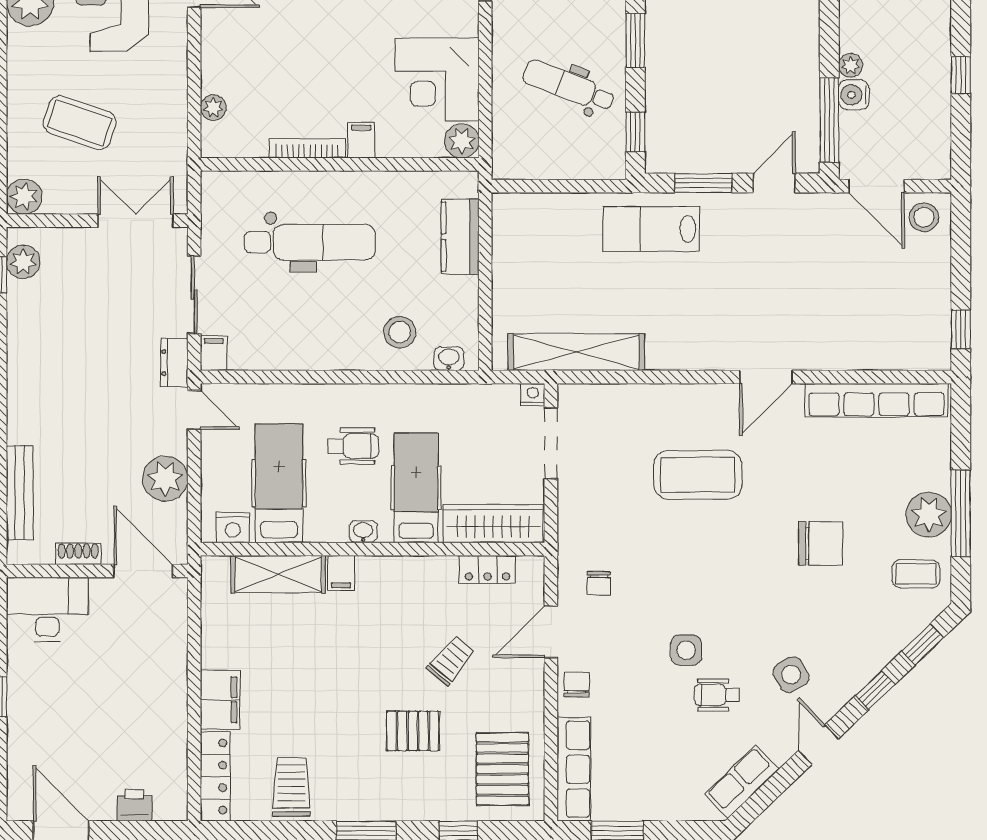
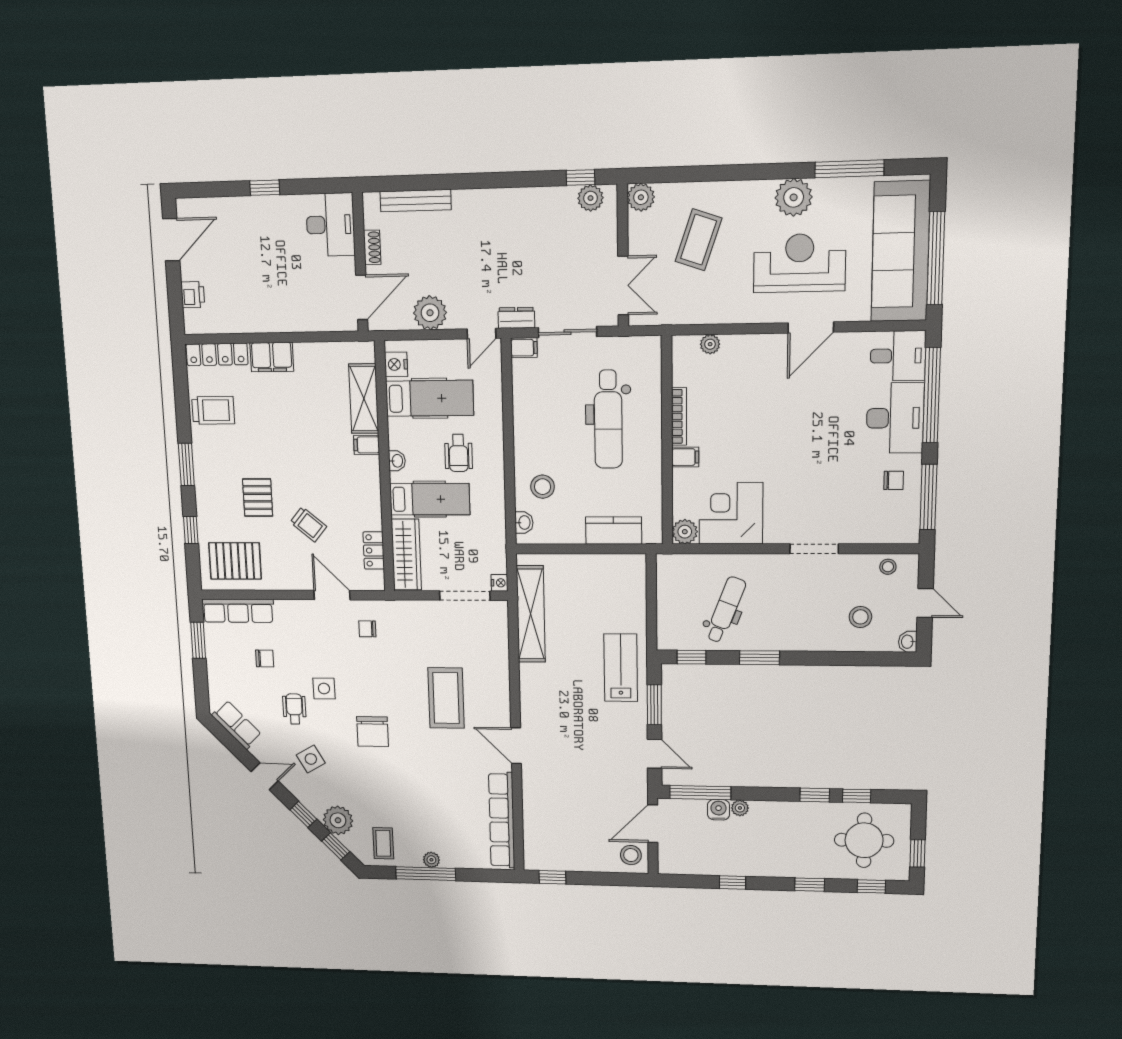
plant: (929, 515) -> (431, 860), width x0.53, depth x0.53
chair: (820, 543) -> (373, 732), moved
plant: (883, 639) -> (338, 820), added
chair: (577, 685) -> (265, 659), moved

